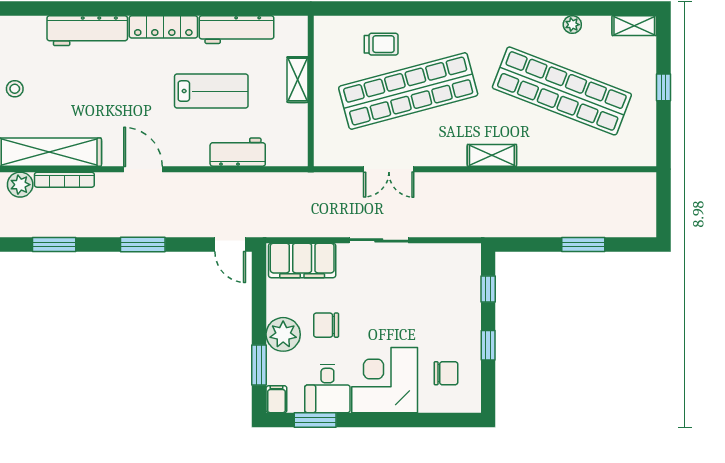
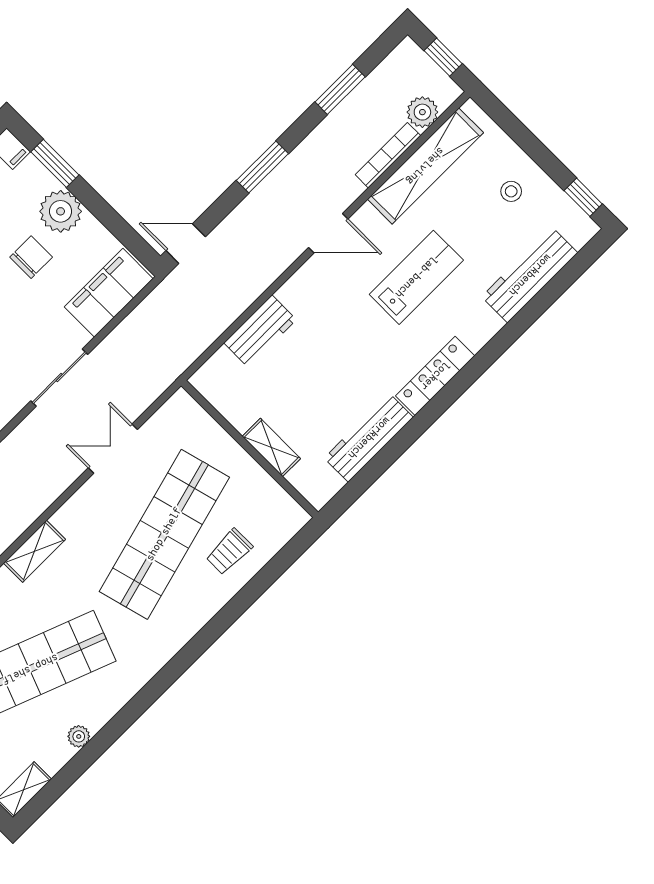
workbench: (87, 31) -> (530, 275), moved
lab bench: (211, 91) -> (416, 277), moved, turned 180

